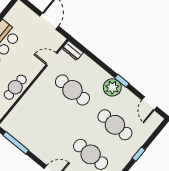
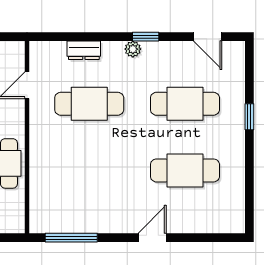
dresser: (73, 50) -> (84, 50), moved
plant: (112, 87) -> (133, 49), width x0.53, depth x0.53

